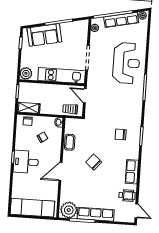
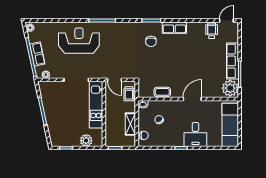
row of seats: (121, 20) -> (37, 54), width x0.68
sofa: (44, 35) -> (56, 125), removed
plant: (26, 73) -> (86, 141), moved
door: (85, 96) -> (115, 80), hinge flipped
shelving: (29, 108) -> (130, 124), moved
desk: (26, 162) -> (195, 134), moved
chair: (94, 162) -> (180, 66), removed
door: (61, 172) -> (192, 99), swing flipped
row of seats: (132, 172) -> (174, 28), moved

